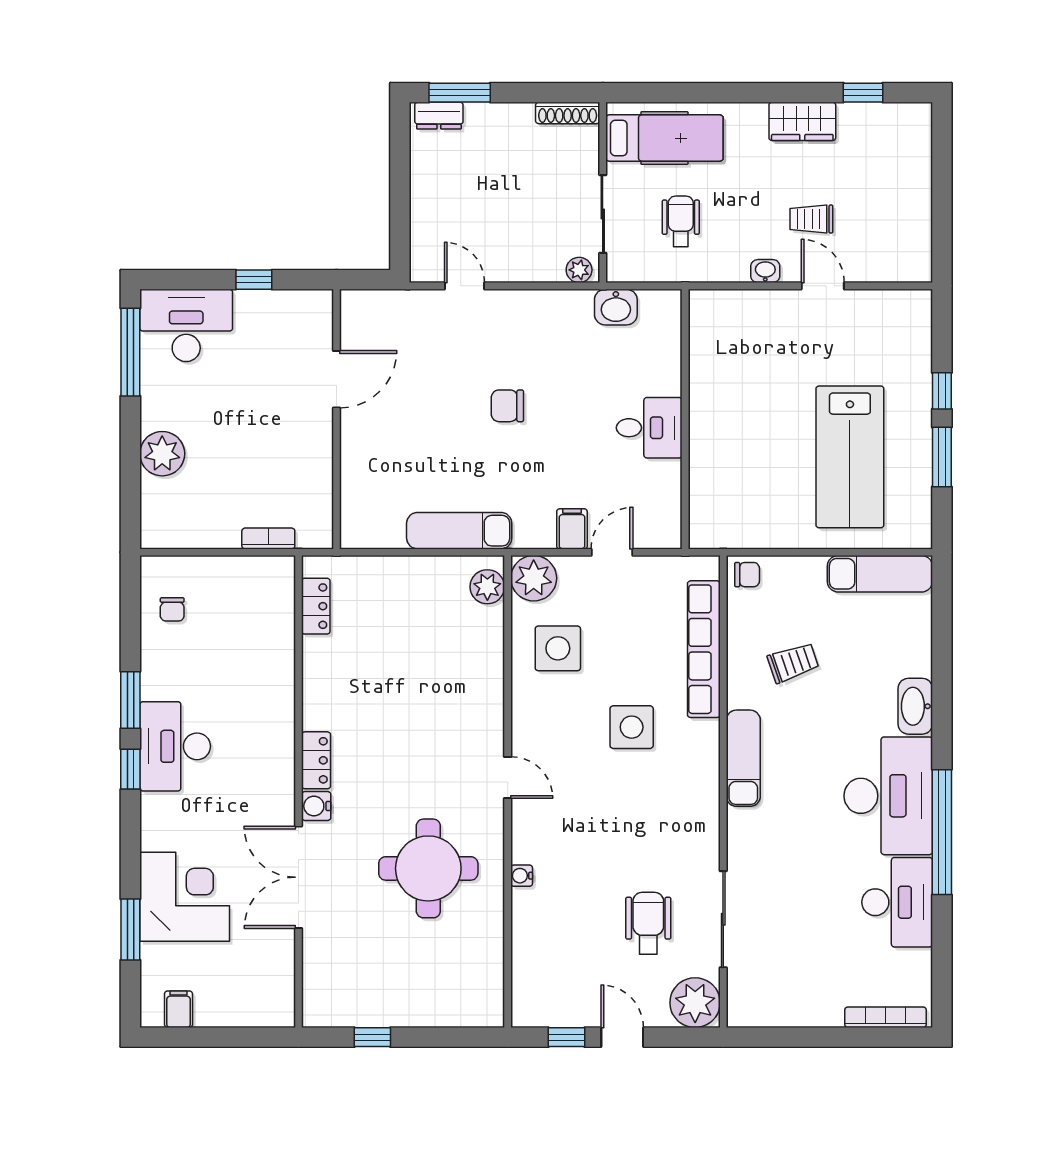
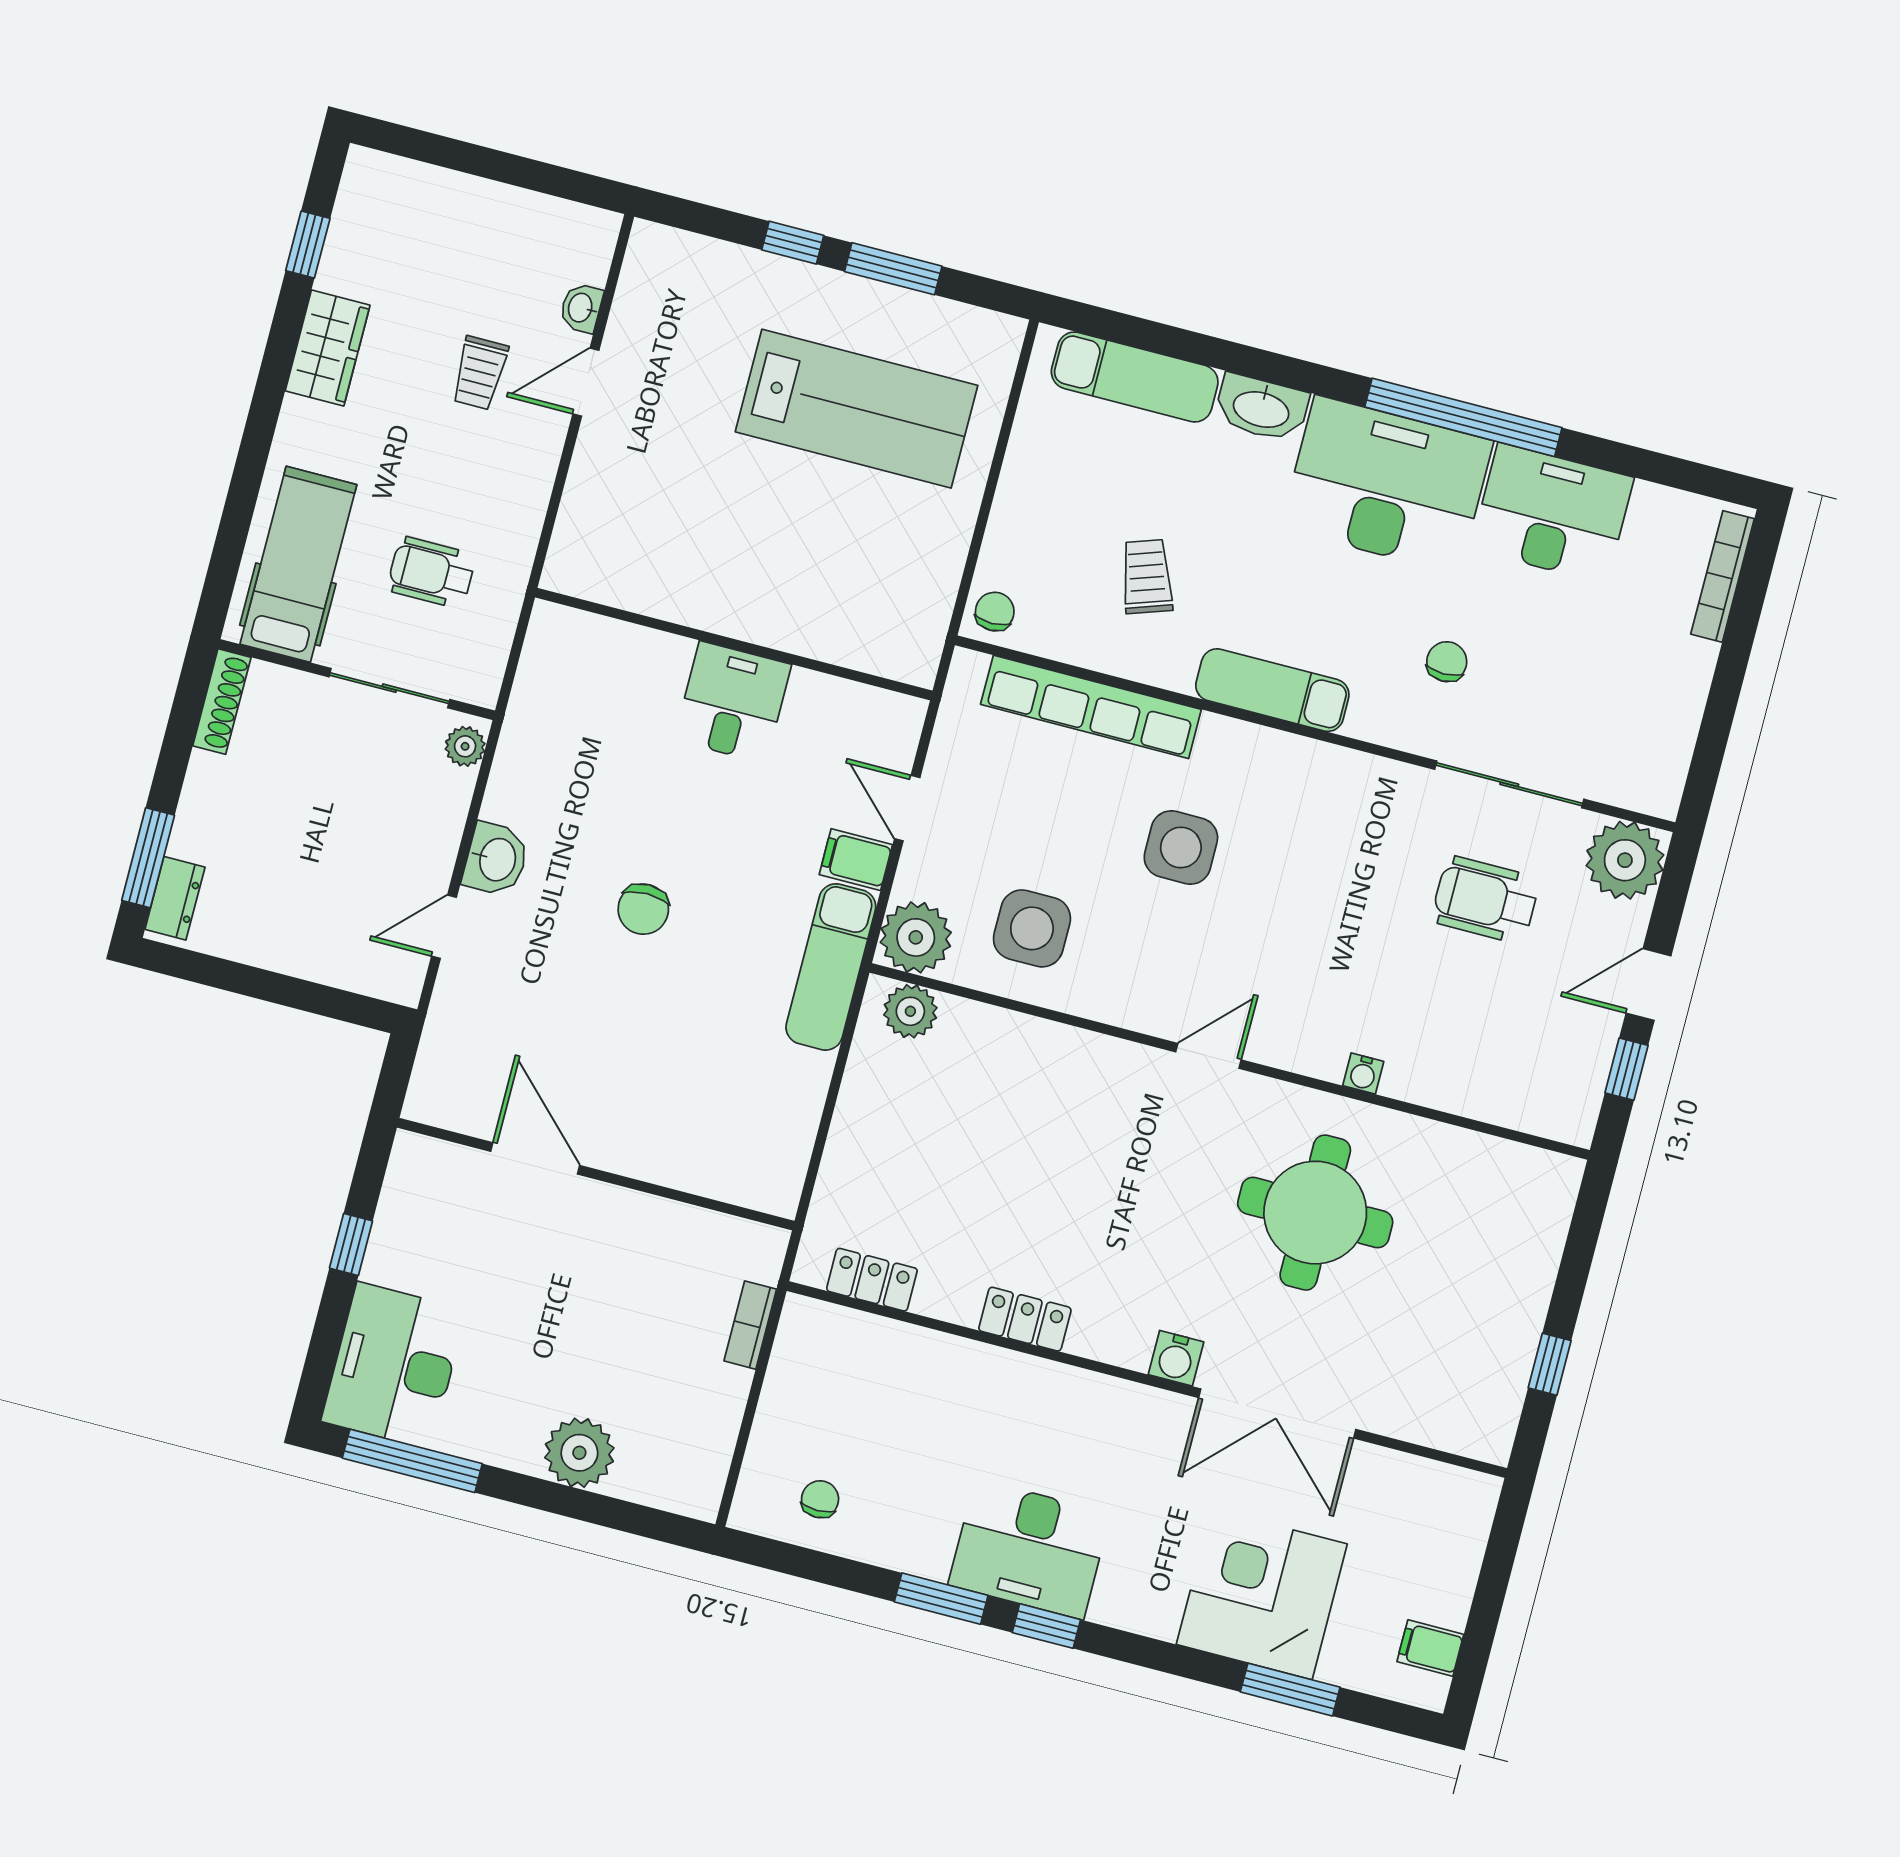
washbasin: (765, 271) -> (581, 308), moved
washbasin: (616, 307) -> (496, 859), moved
exam couch: (459, 531) -> (831, 967), moved
exam couch: (880, 574) -> (1135, 377), moved, turned 90
chair: (172, 609) -> (820, 1499), turned -90
locker: (316, 760) -> (1025, 1319), moved
chair: (789, 861) -> (1447, 662), added

